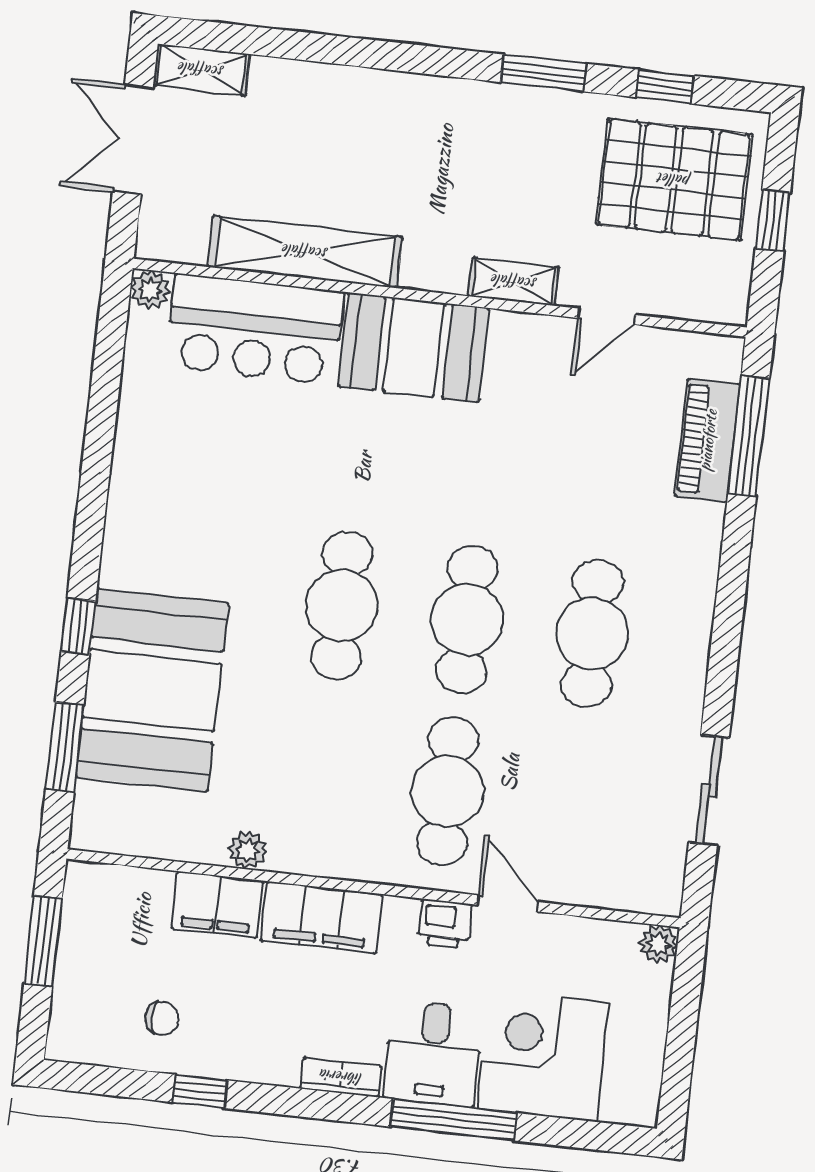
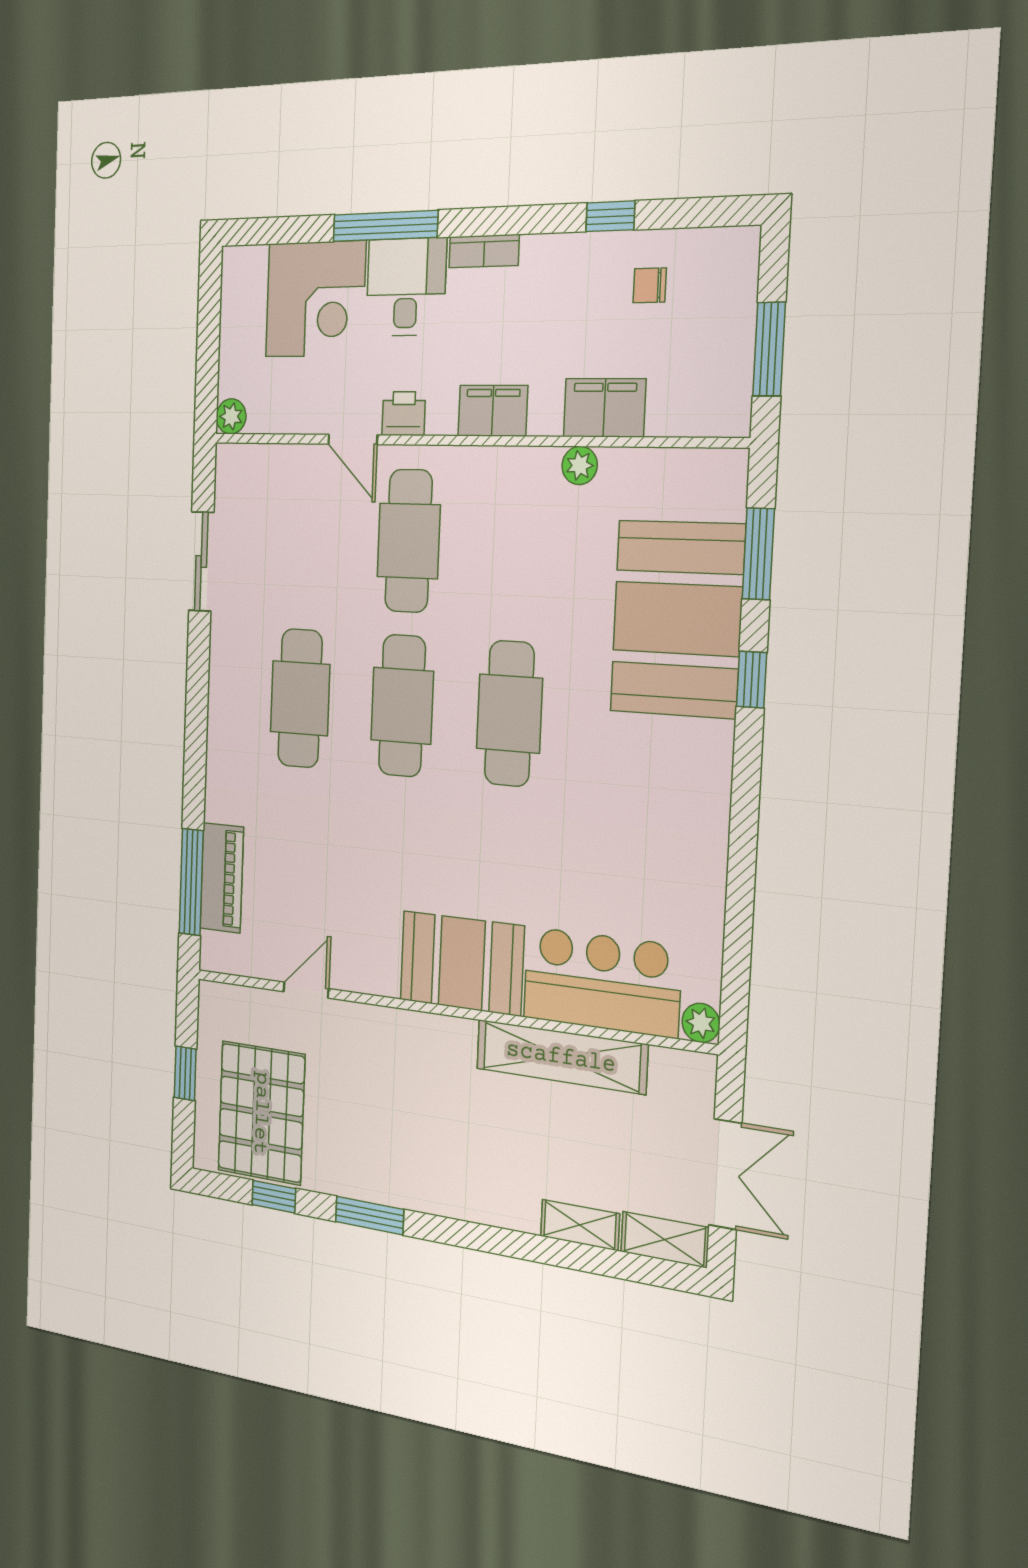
pallet: (674, 180) -> (261, 1113), turned 90
shelving: (514, 282) -> (580, 1225), moved
filing cabinet: (321, 917) -> (493, 411), width x0.67, depth x0.86

